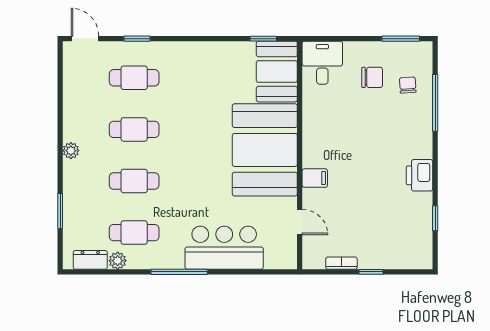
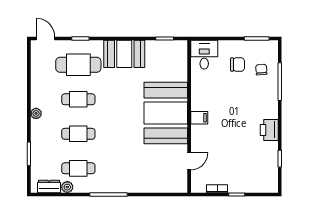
booth: (277, 72) -> (124, 54), moved, turned 90
cafe table: (134, 78) -> (78, 65), width x1.37, depth x1.35
filing cabinet: (315, 178) -> (199, 118), moved
door: (300, 222) -> (189, 161), hinge flipped
bar counter: (224, 248) -> (139, 178), removed

